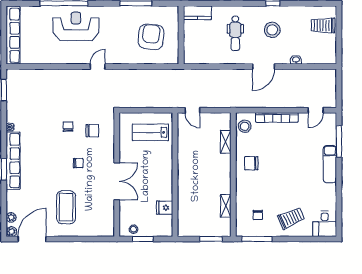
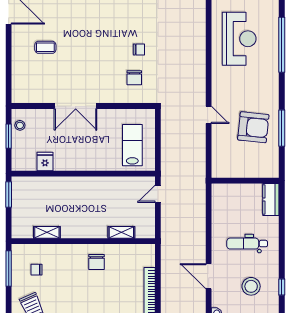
reception desk: (76, 26) -> (239, 39), moved
armchair: (151, 37) -> (253, 127), moved
door: (98, 67) -> (209, 115), moved
stool: (245, 126) -> (139, 254), removed
chair: (78, 163) -> (97, 61), removed
chair: (251, 163) -> (96, 262), turned 180
coffee table: (66, 207) -> (45, 47), width x0.54, depth x0.58
window: (211, 239) -> (9, 195), moved

